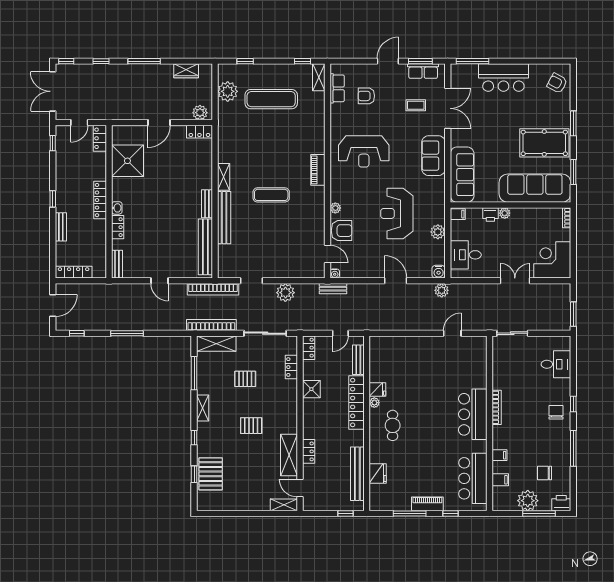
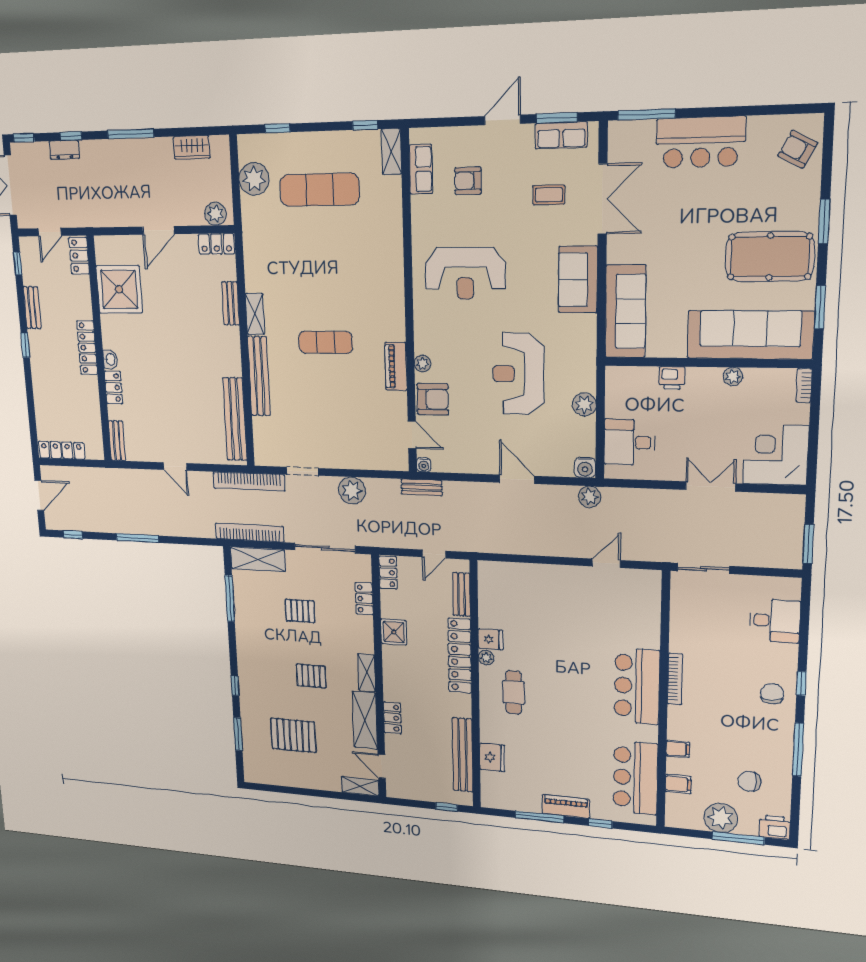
dresser: (95, 70) -> (64, 150), added
piano: (318, 170) -> (396, 366), moved
bench: (207, 204) -> (231, 303), moved
plant: (505, 213) -> (733, 377), moved
filing cabinet: (458, 214) -> (617, 376), removed
bench: (61, 227) -> (32, 308), moved
shelving: (203, 408) -> (367, 673), moved
window: (194, 474) -> (238, 734), width x1.50
pallet: (211, 474) -> (293, 735), moved, turned 90

